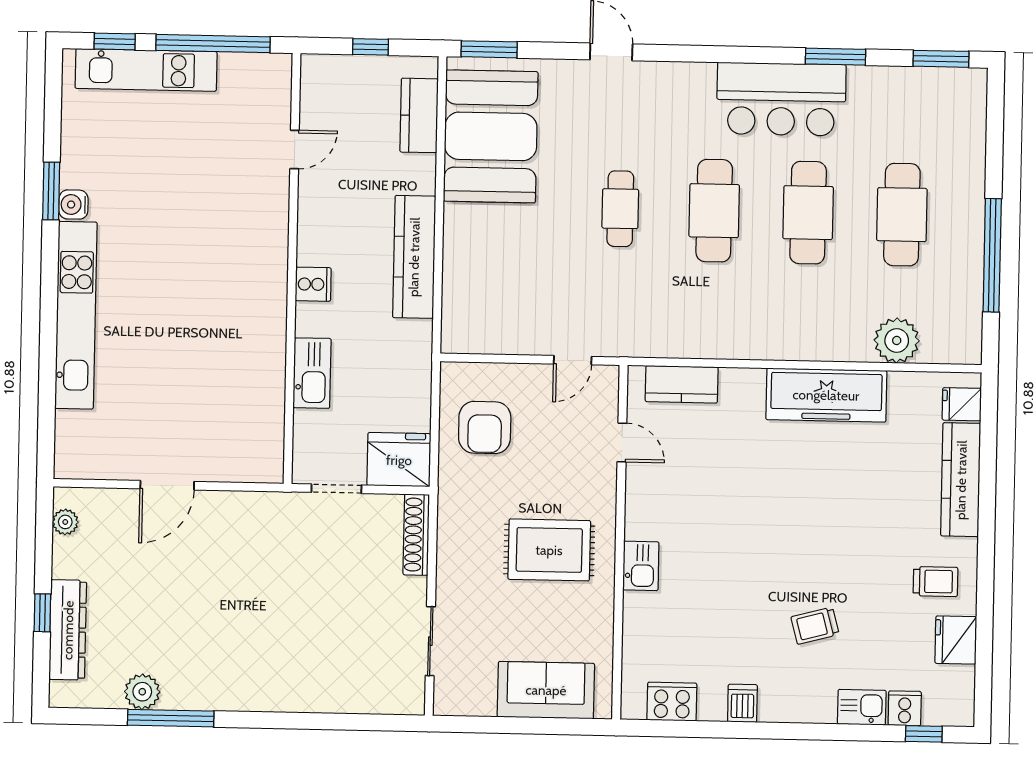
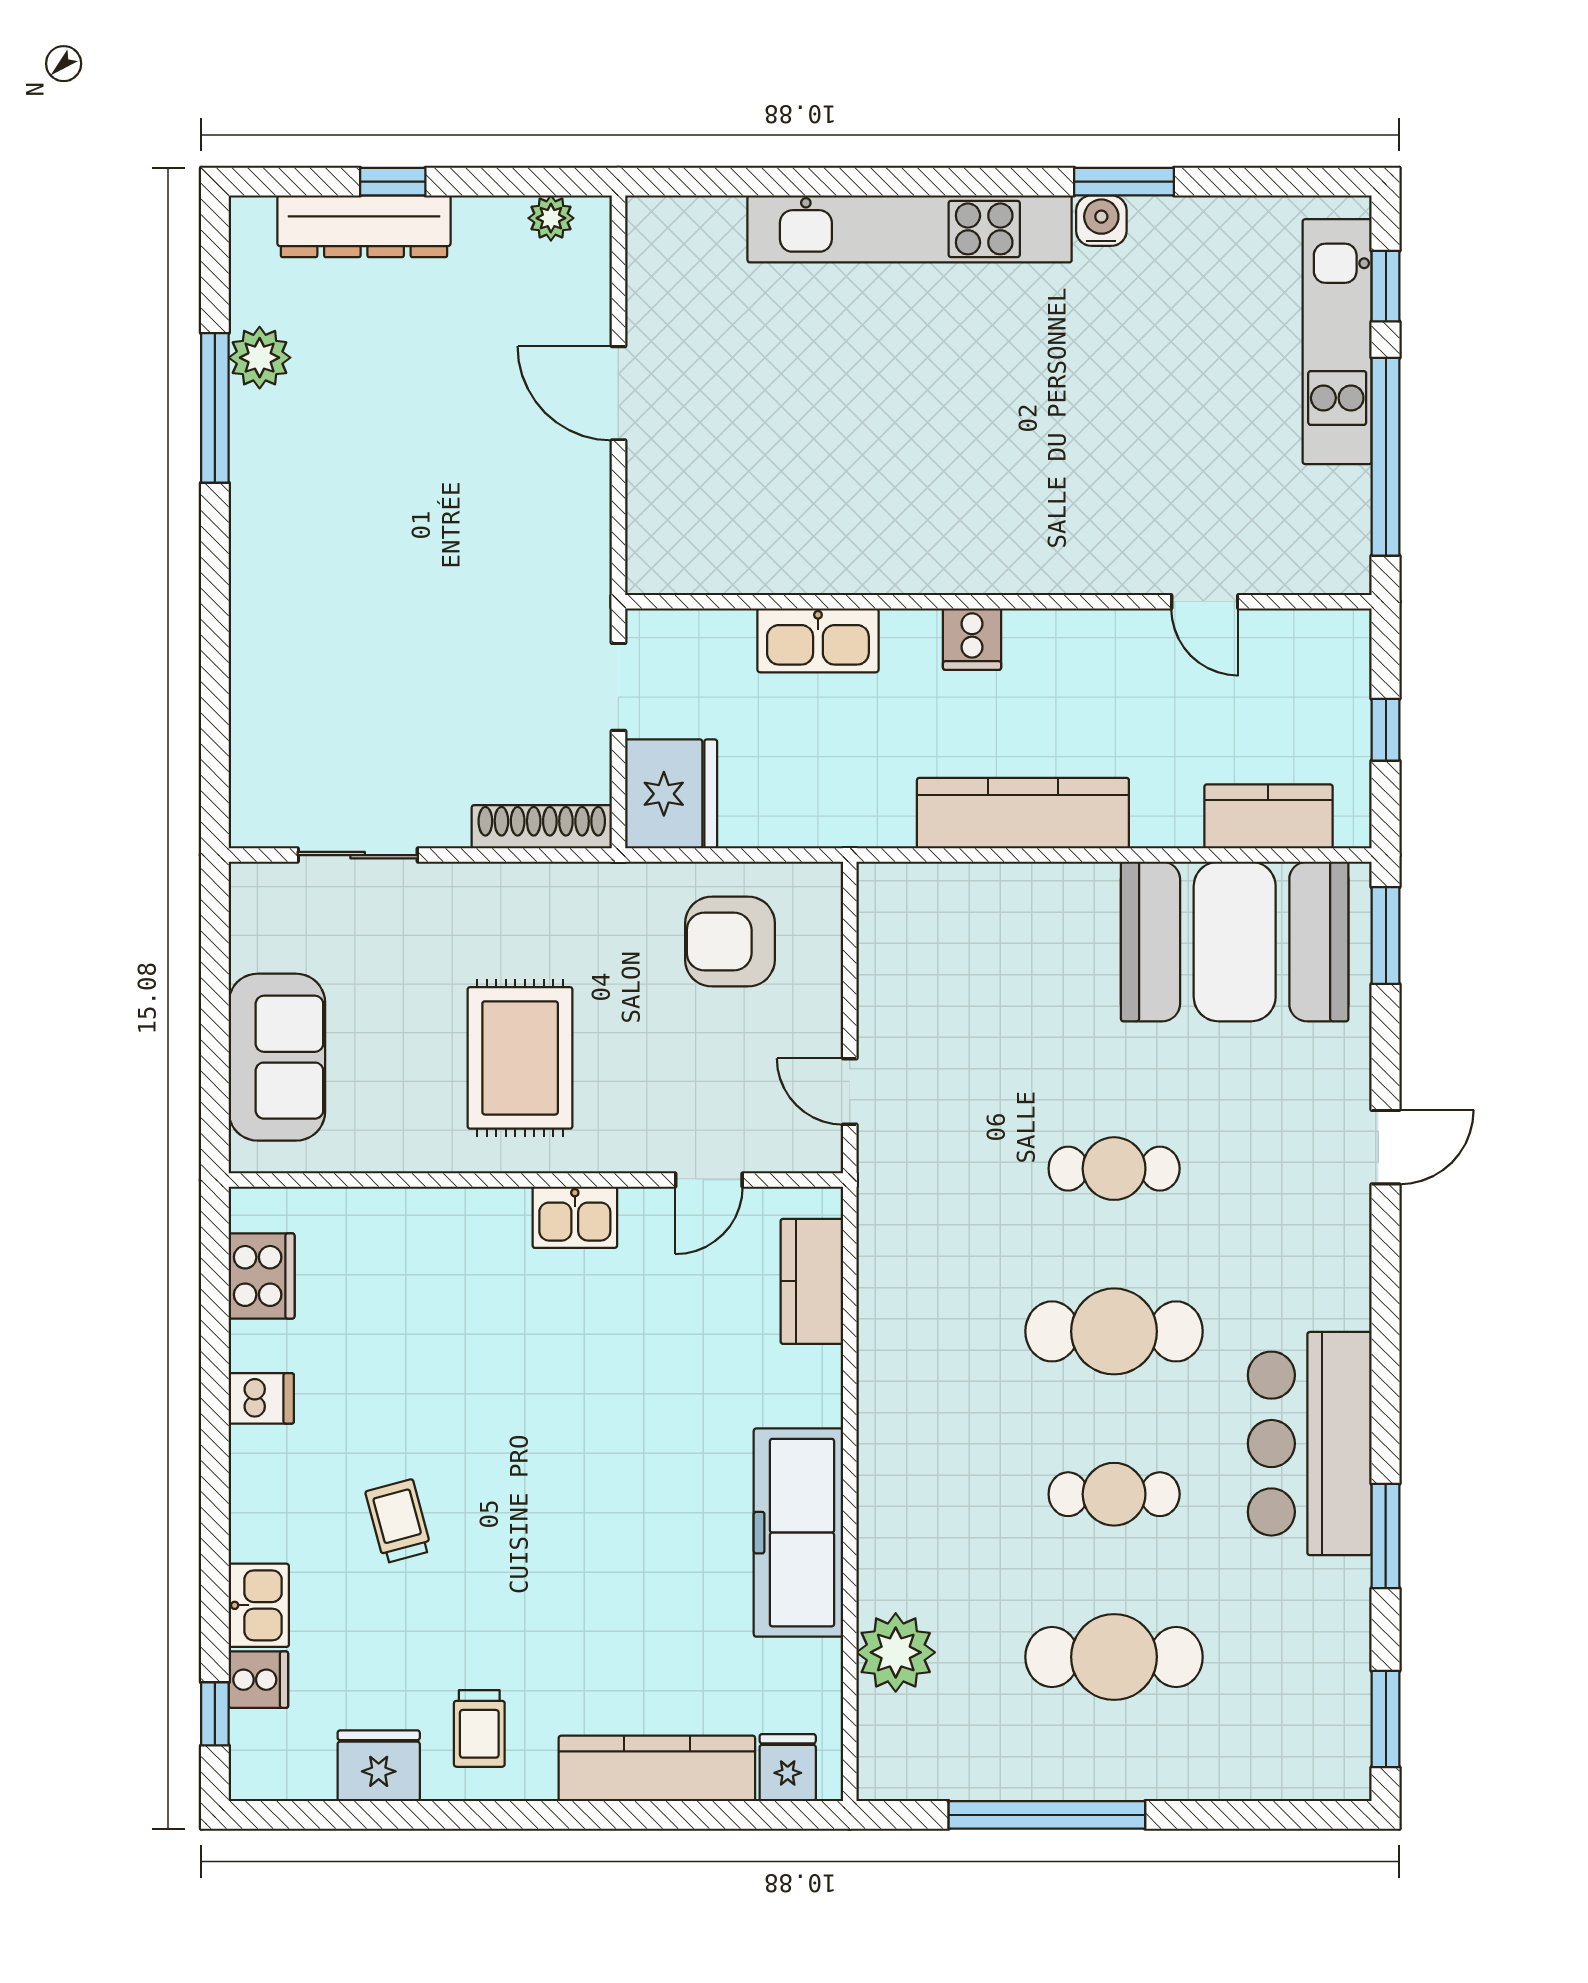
cafe table: (808, 213) -> (1114, 1494), width x0.73, depth x0.74
kitchen sink: (641, 566) -> (575, 1217), moved

